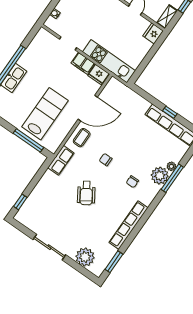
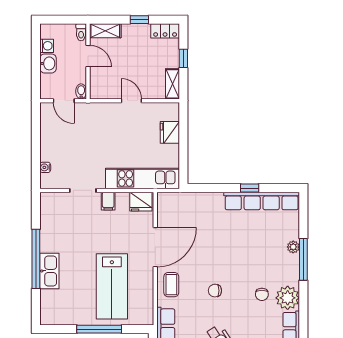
fridge: (153, 33) -> (170, 132), moved
filing cabinet: (83, 63) -> (108, 201), width x0.50
lab bench: (45, 114) -> (112, 286), turned 180
window: (28, 140) -> (99, 329), moved
plant: (160, 176) -> (288, 298), moved

